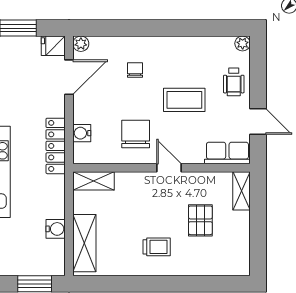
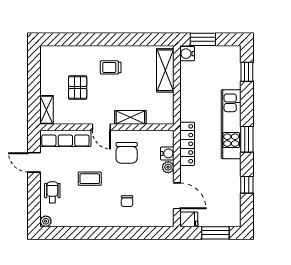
plant: (81, 44) -> (168, 167), moved
door: (69, 77) -> (177, 196), swing flipped
coffee table: (184, 100) -> (90, 179), width x0.73, depth x0.77
row of seats: (227, 153) -> (65, 138), width x1.48
shelving: (94, 181) -> (130, 117), moved
water cooler: (56, 229) -> (187, 54), moved

